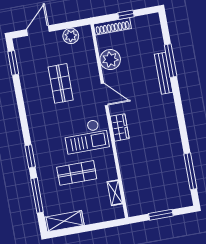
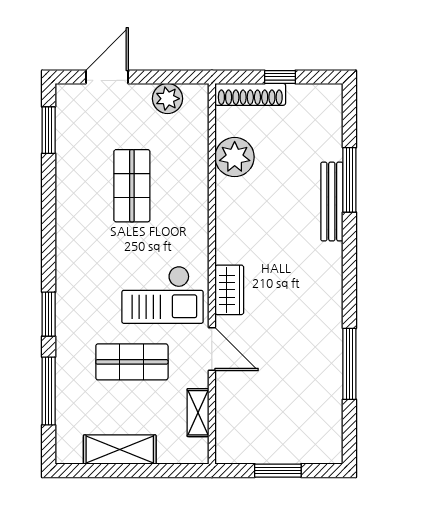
door: (105, 94) -> (212, 349), moved
window: (190, 171) -> (349, 364), moved
shelving: (64, 221) -> (120, 450), moved

